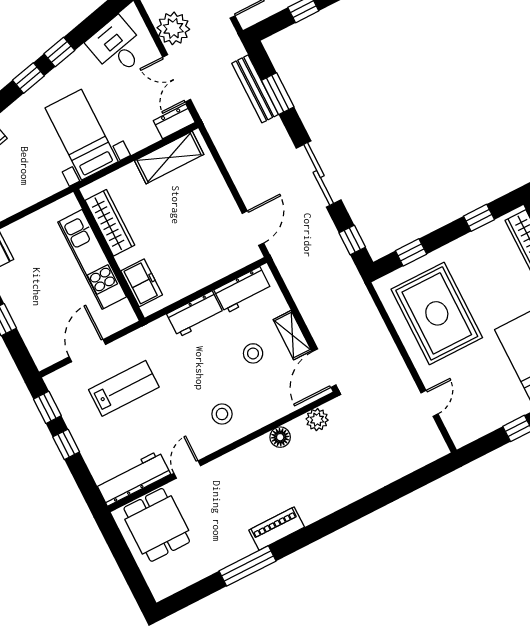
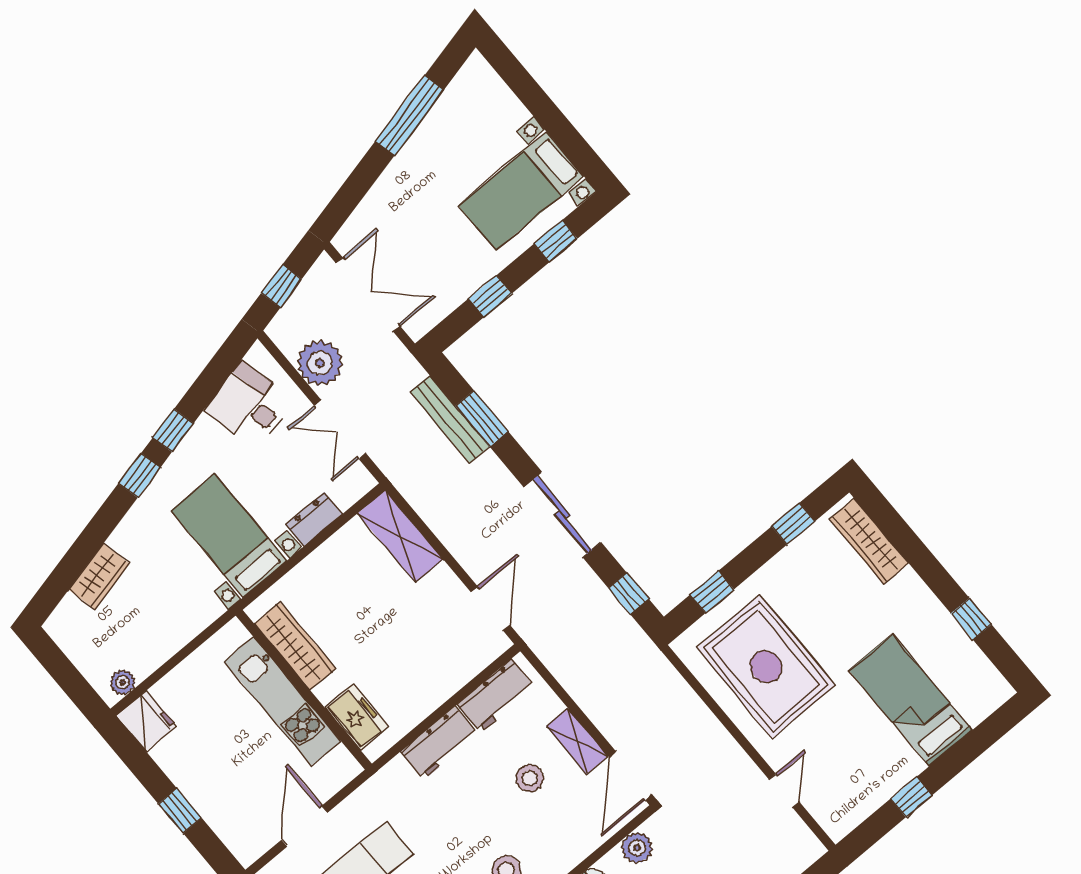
dresser: (174, 121) -> (314, 519), moved
shelving: (169, 158) -> (400, 536), moved, turned 90

